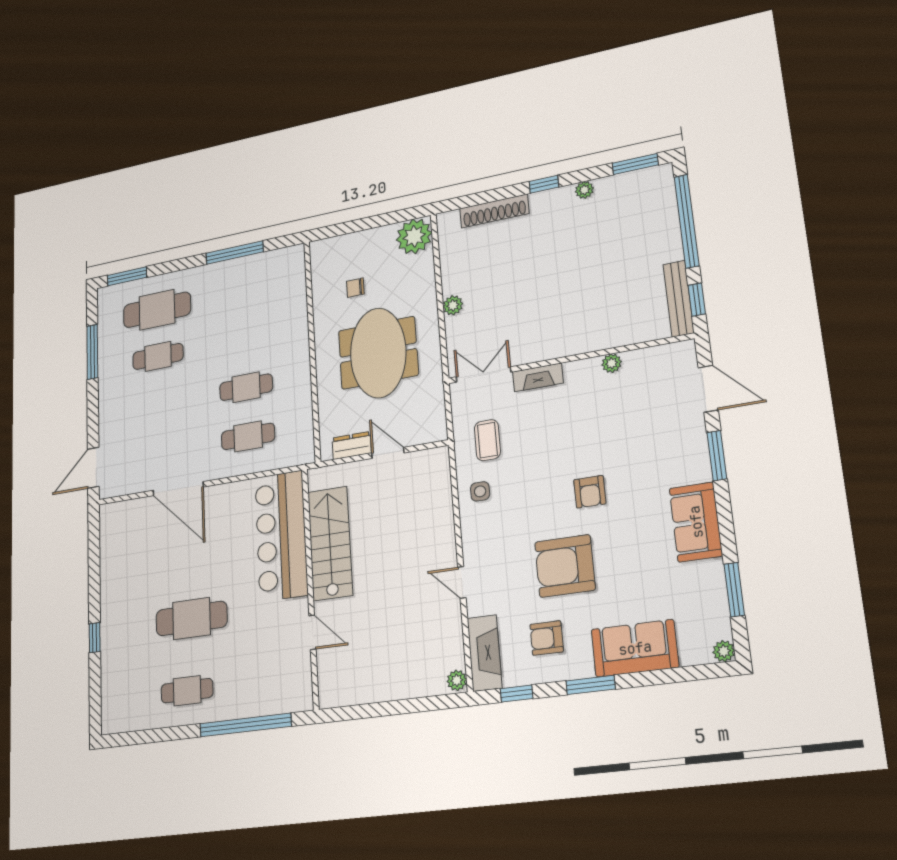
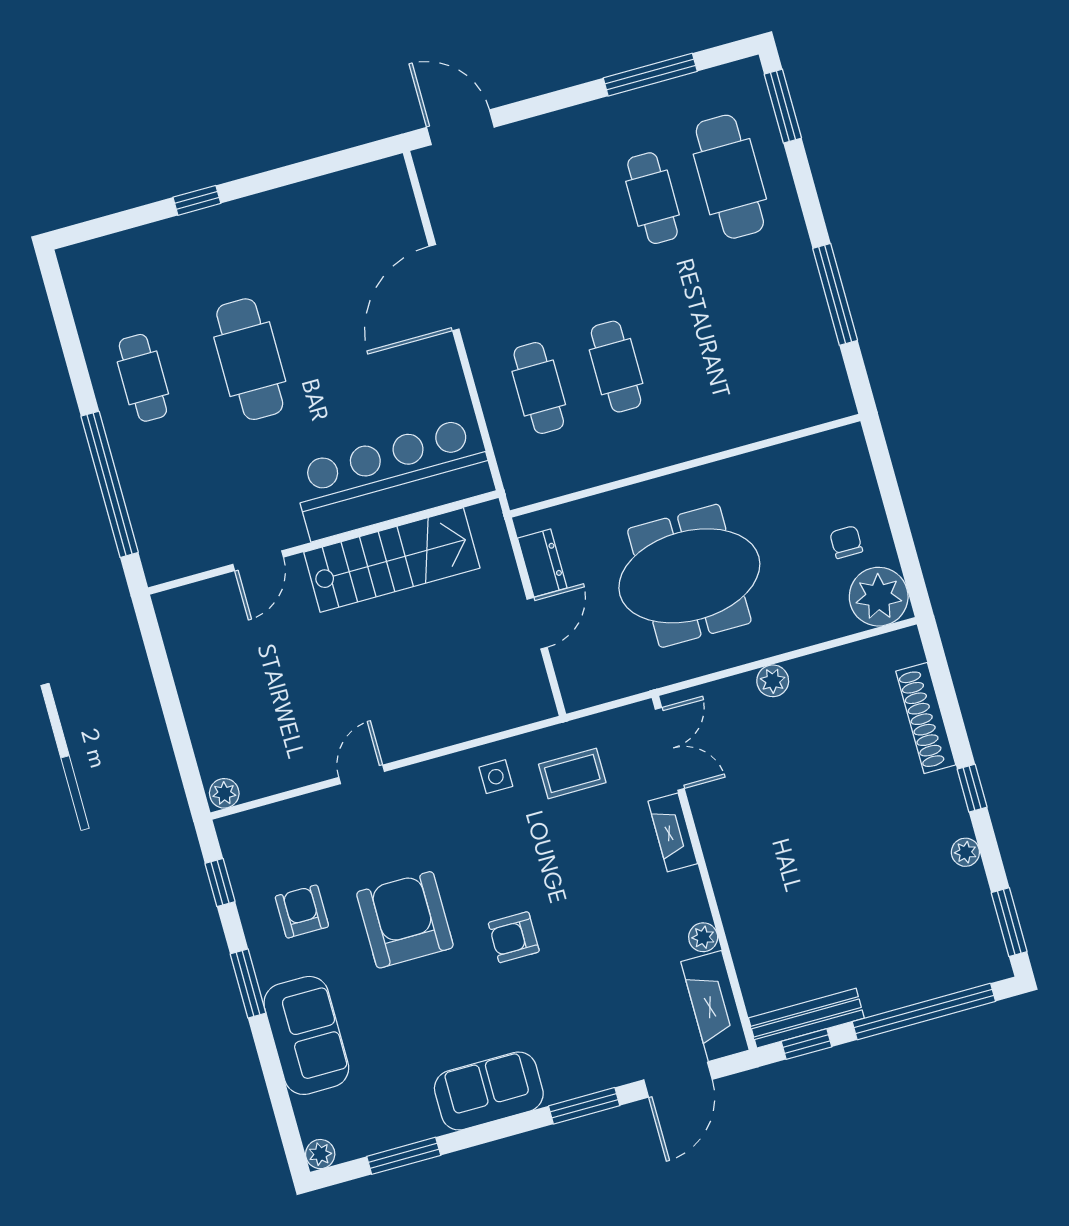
chair: (355, 288) -> (846, 542), moved
fireplace: (485, 653) -> (715, 1006), moved, turned 90

